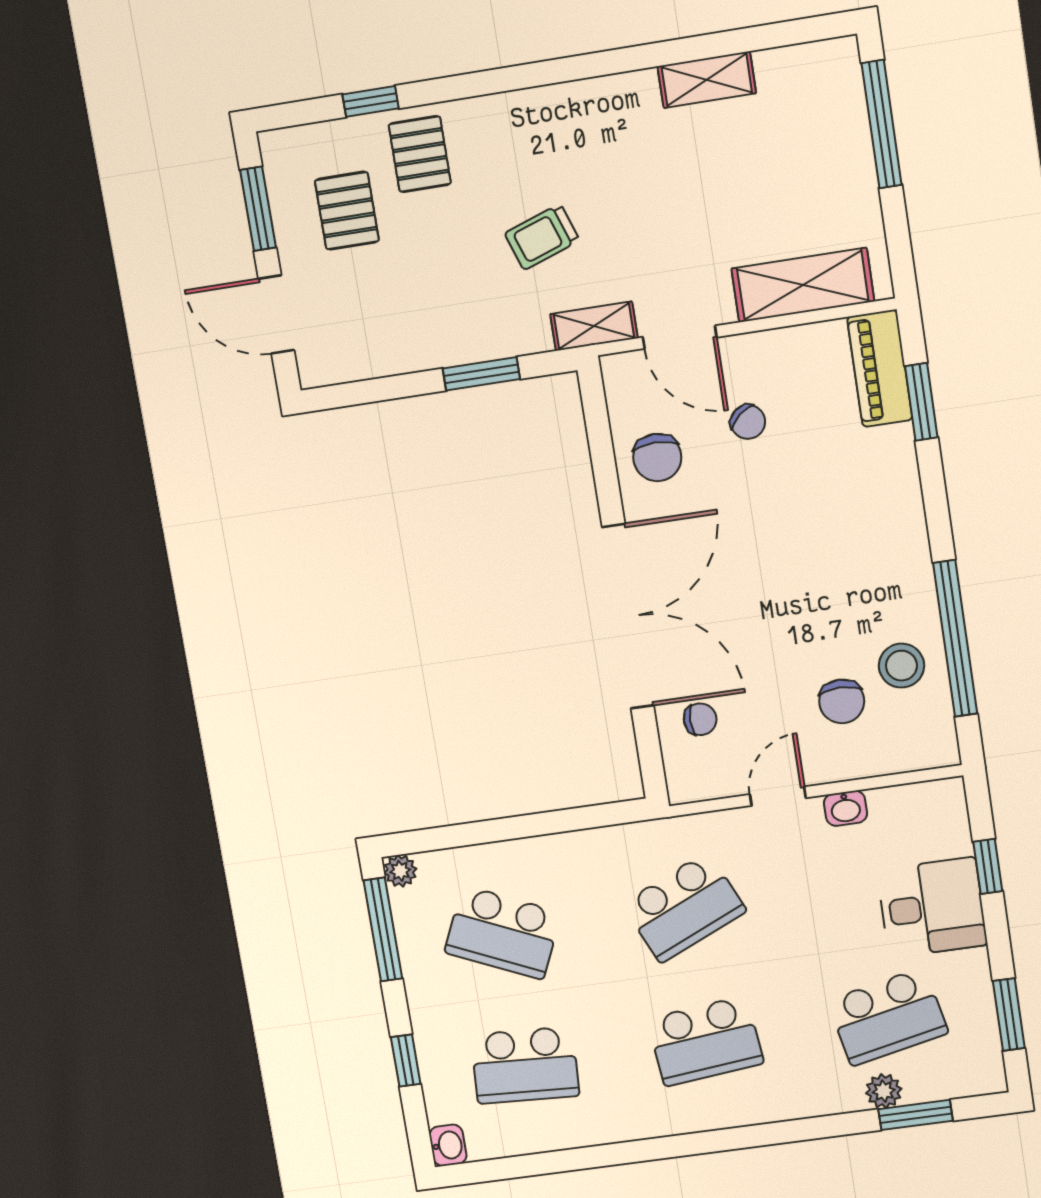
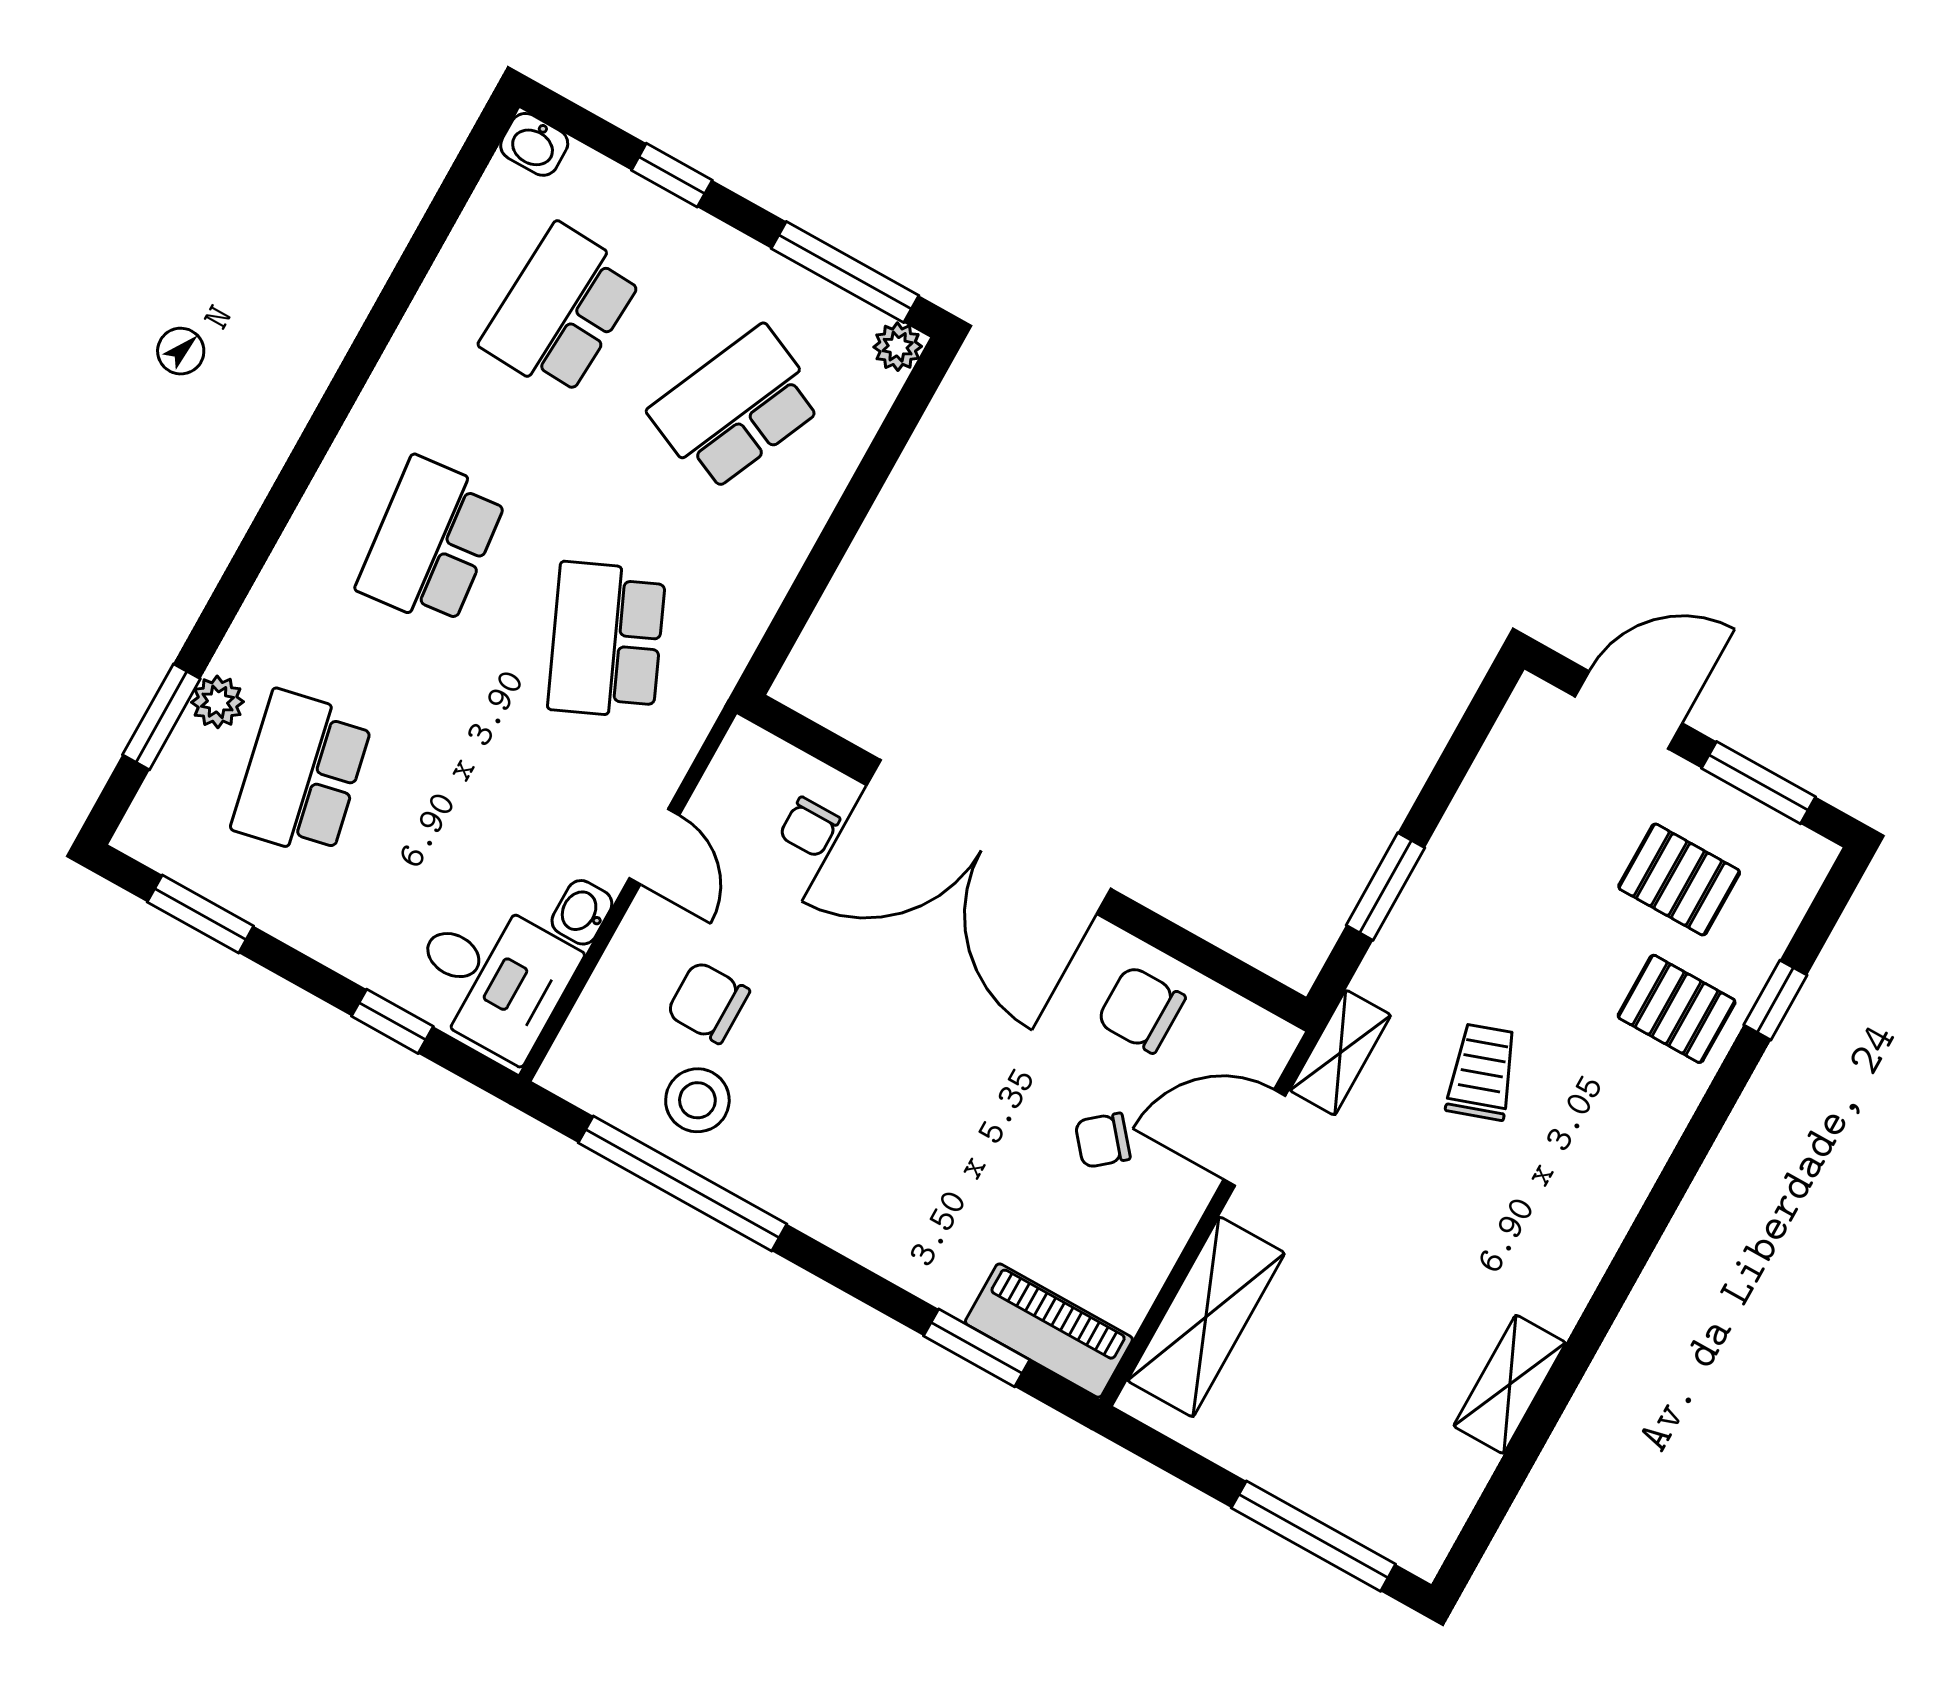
desk: (932, 907) -> (492, 977), moved, turned -90

